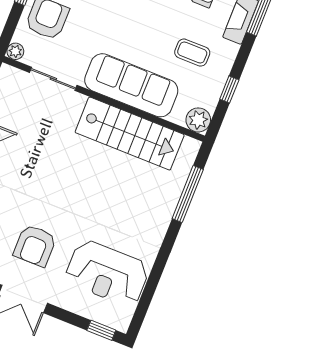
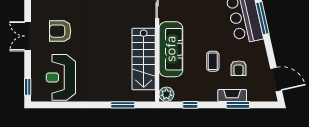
coffee table: (192, 53) -> (213, 61), moved
window: (188, 194) -> (123, 105), width x0.69

